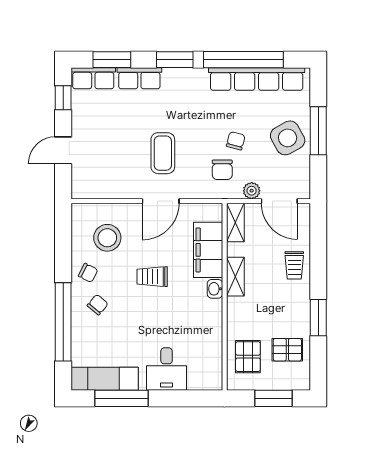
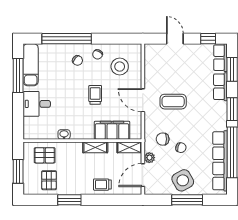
washbasin: (215, 289) -> (64, 134), moved

